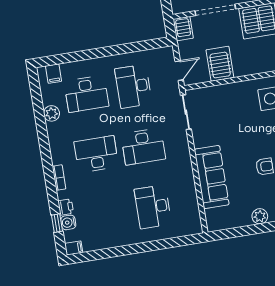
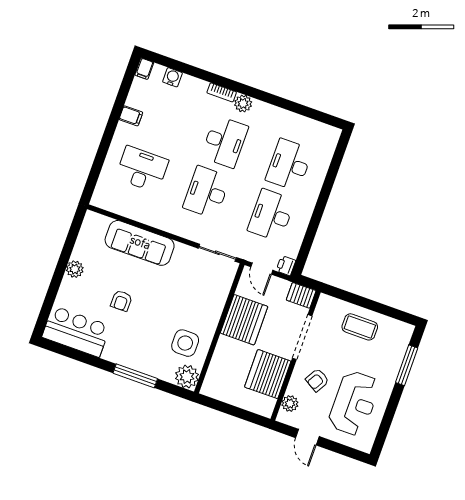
server rack: (220, 64) -> (244, 320), width x1.60
filing cabinet: (54, 74) -> (131, 116), moved, turned 180
desk: (133, 86) -> (271, 215), turned -90
plant: (52, 113) -> (243, 103), moved
printer: (66, 207) -> (286, 266), moved, turned 90
window: (57, 223) -> (178, 66), removed

